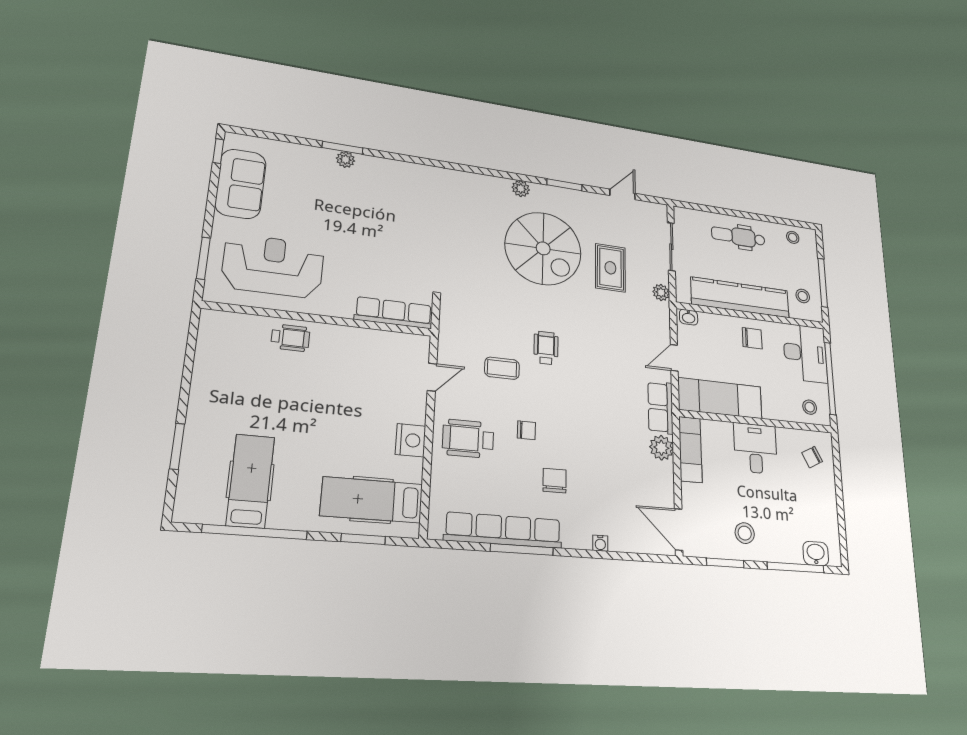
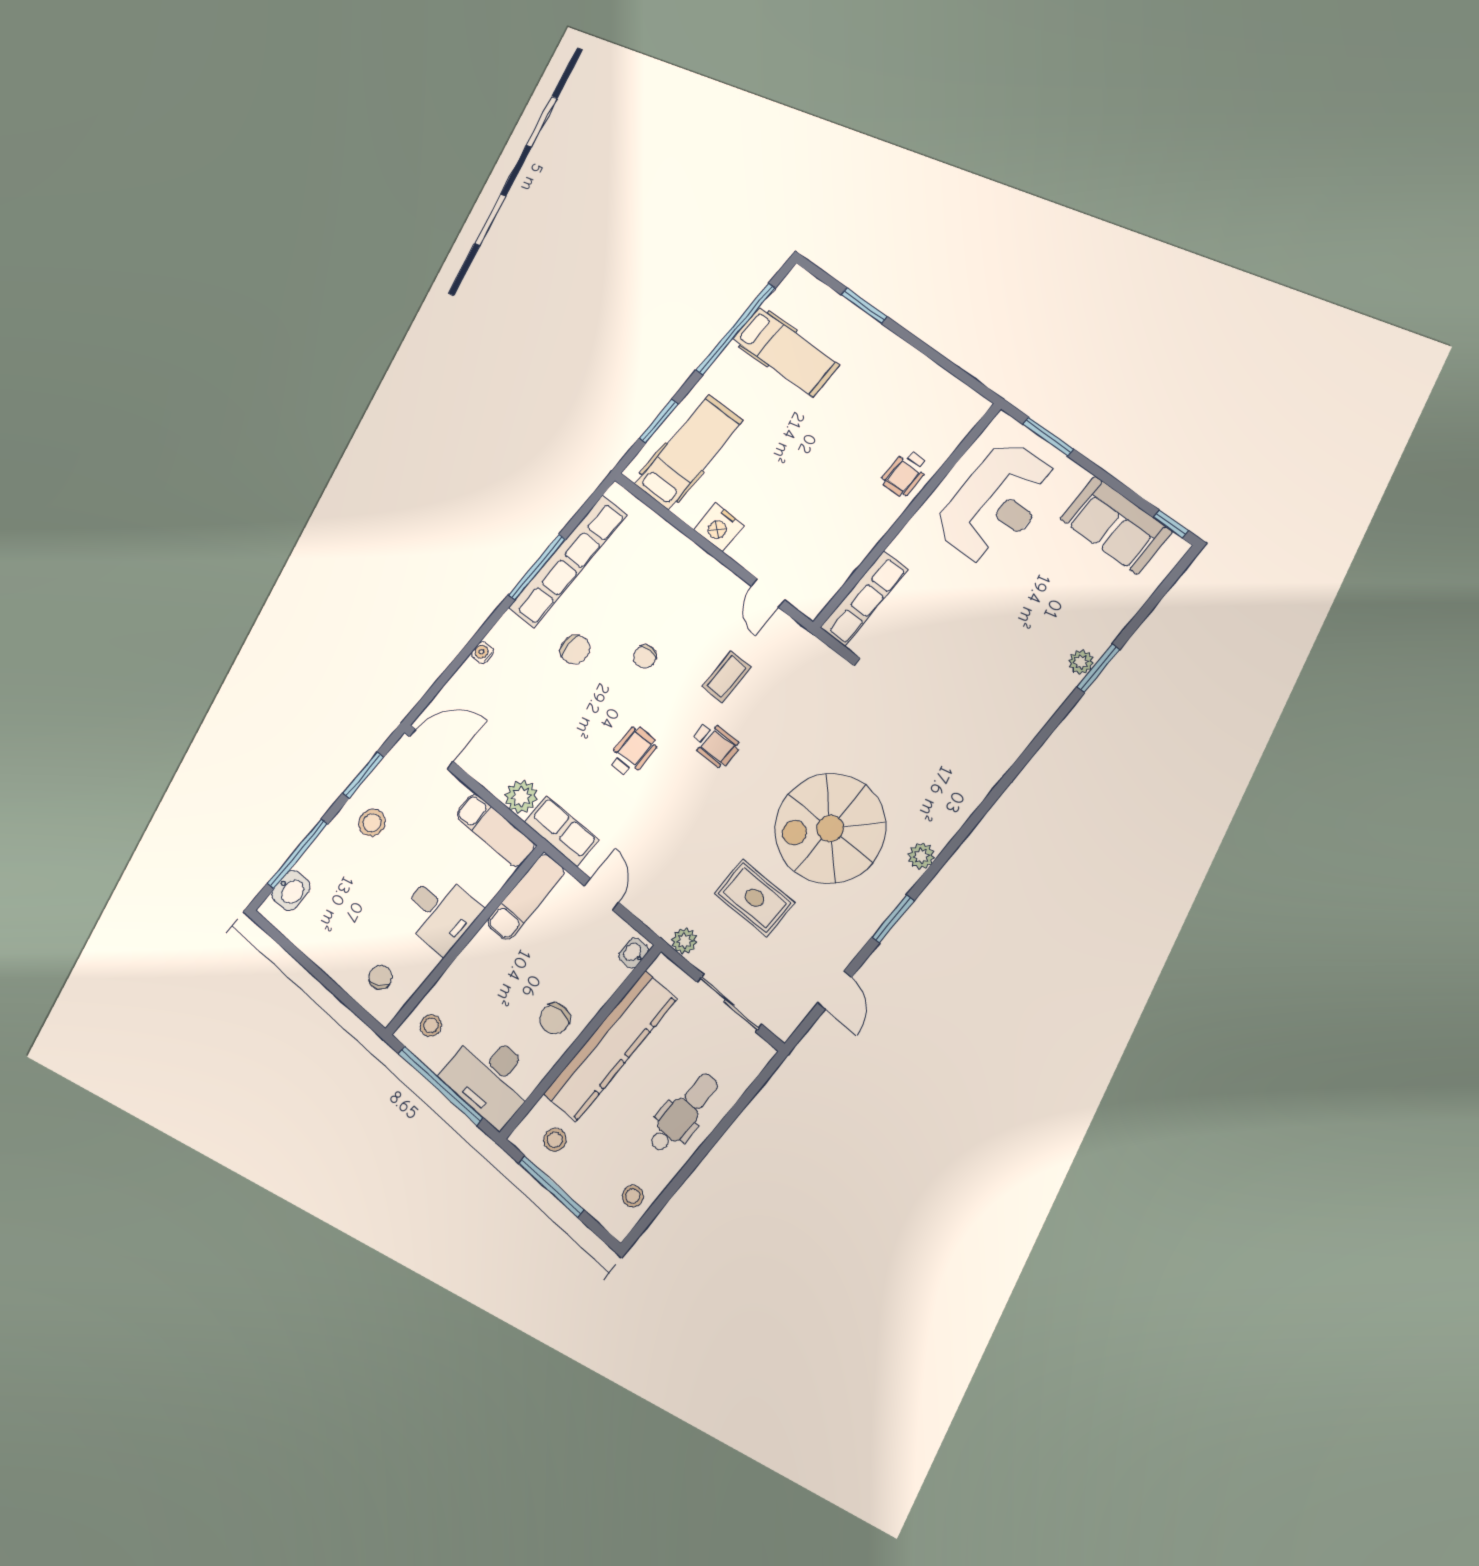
exam couch: (720, 398) -> (526, 897), width x0.73, depth x0.69
wheelchair: (468, 439) -> (633, 751), moved, width x0.73, depth x0.73

